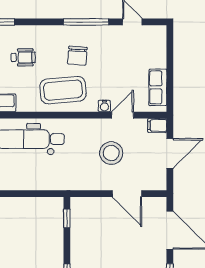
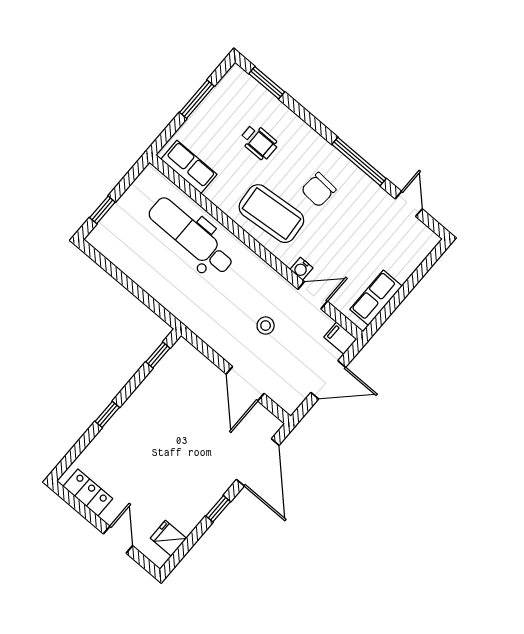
stool: (111, 153) -> (266, 326), width x0.53, depth x0.53

